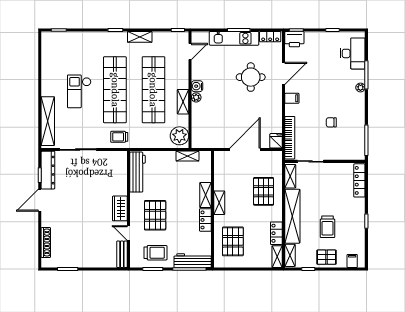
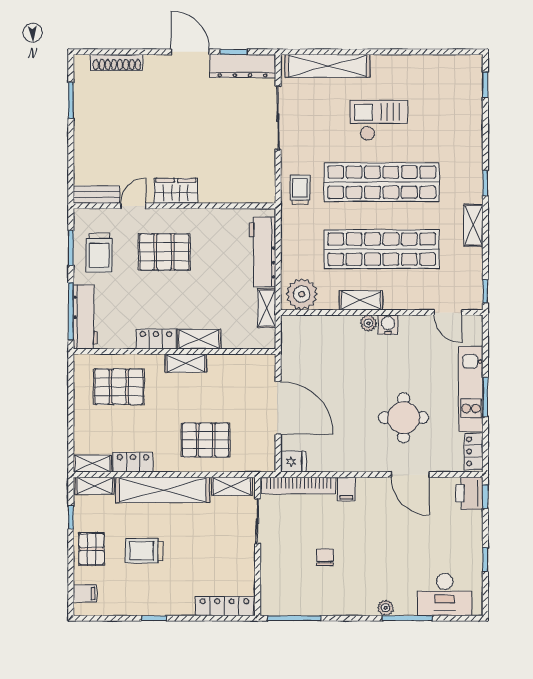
filing cabinet: (292, 98) -> (346, 489), moved
workbench: (137, 172) -> (263, 252), moved, turned 90

